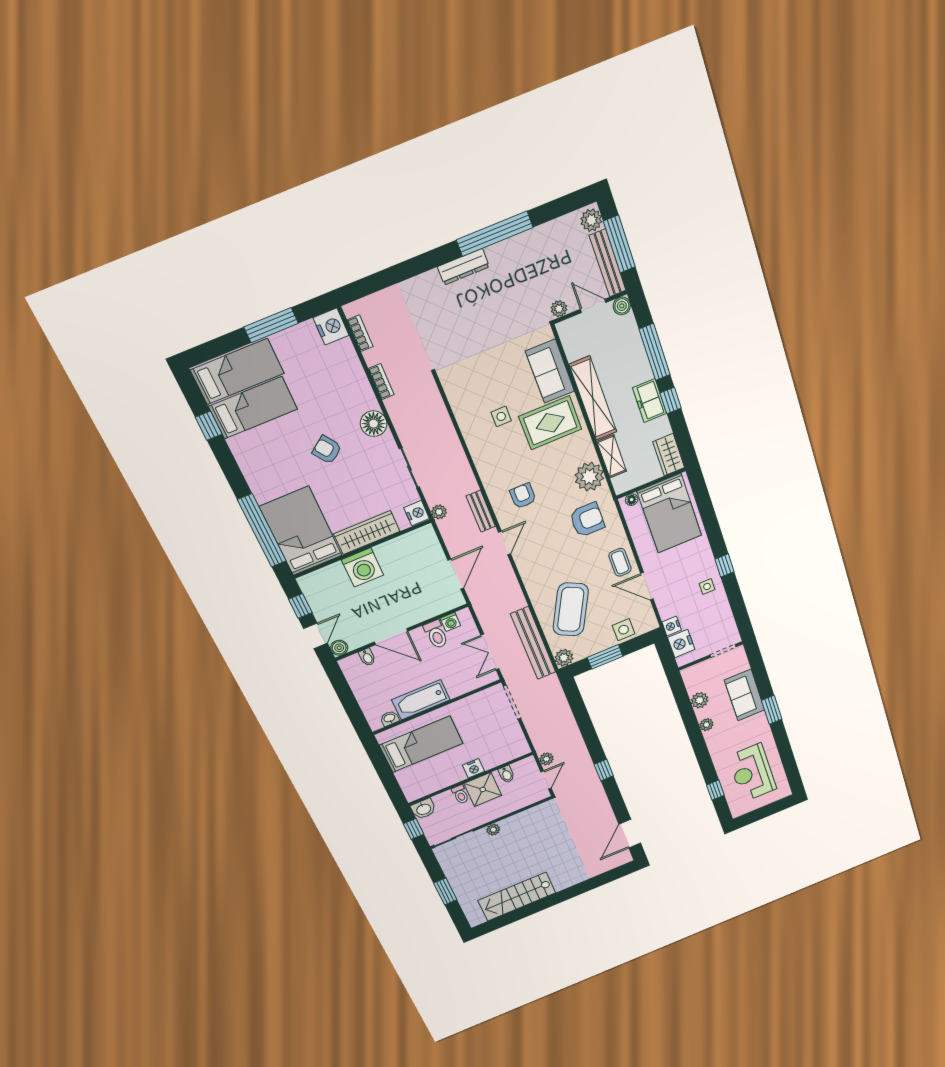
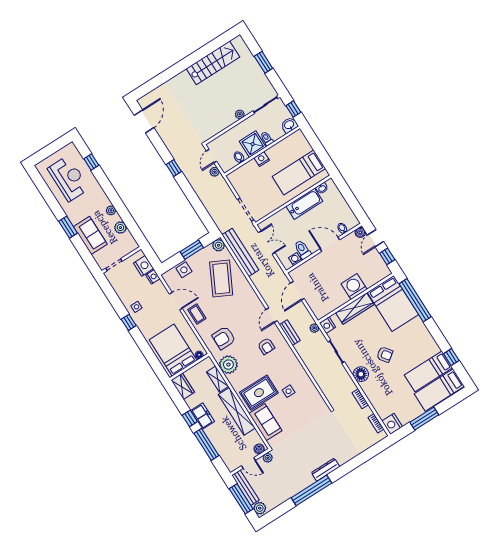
boiler: (622, 306) -> (259, 449), moved

